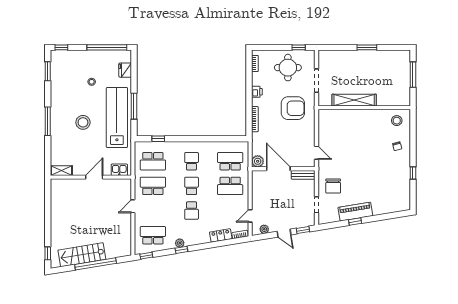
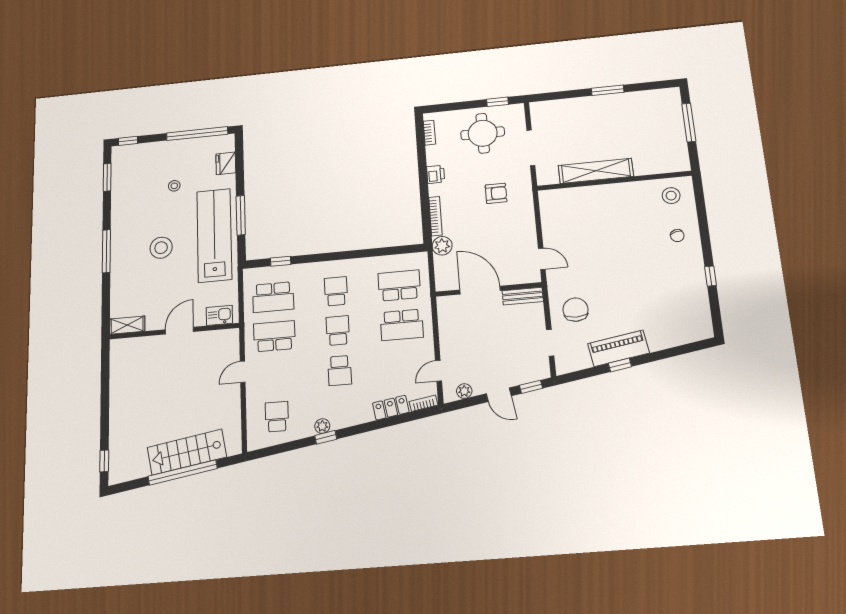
armchair: (293, 108) -> (496, 193), width x0.53, depth x0.53
plant: (258, 161) -> (442, 246), moved
chair: (333, 186) -> (575, 310), turned 180
school desk: (153, 235) -> (277, 417), width x0.54
stairs: (82, 255) -> (187, 452), moved
window: (146, 256) -> (267, 452), removed

